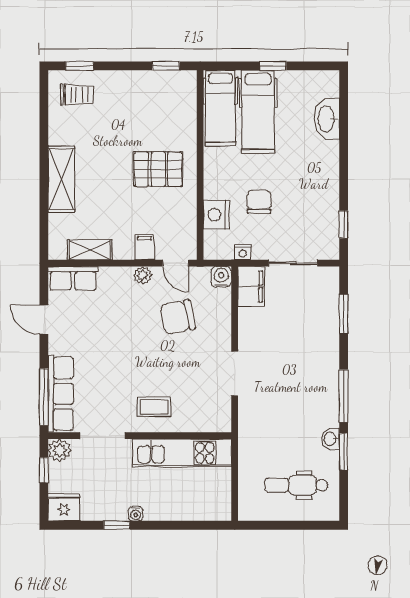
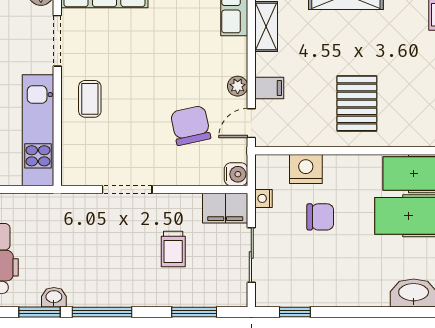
trolley: (288, 333) -> (173, 249), added

